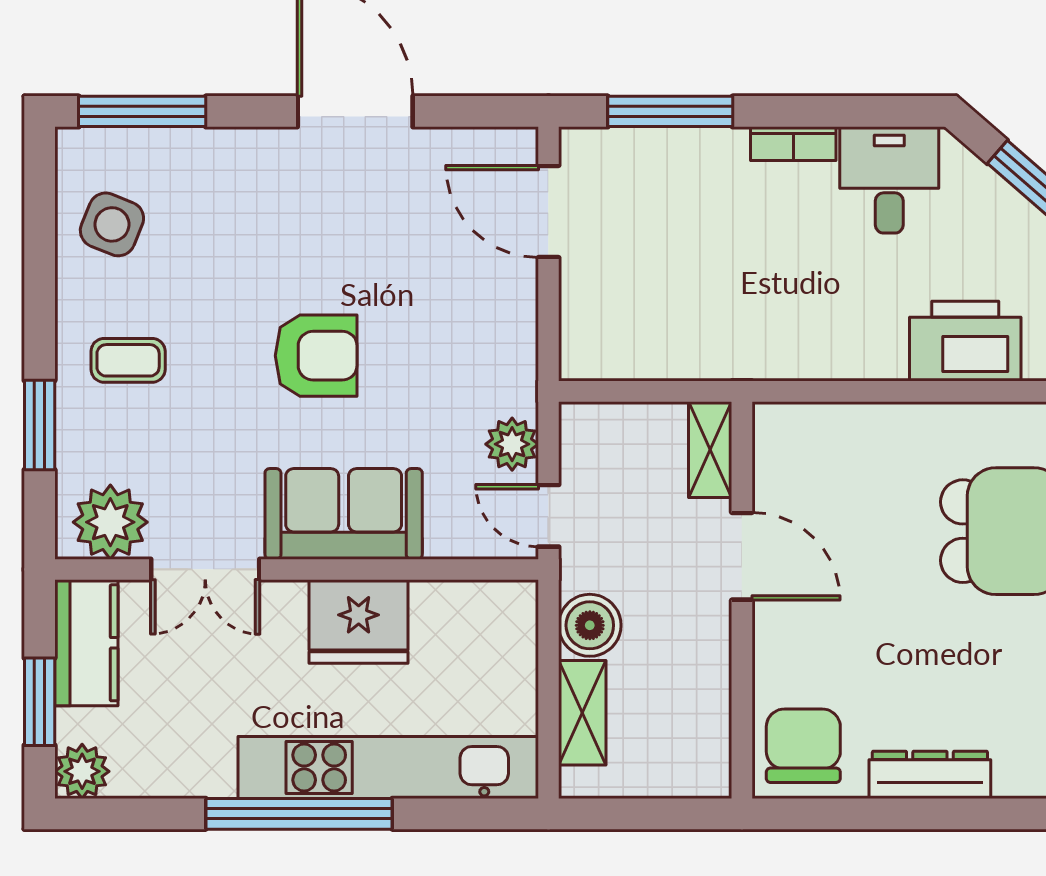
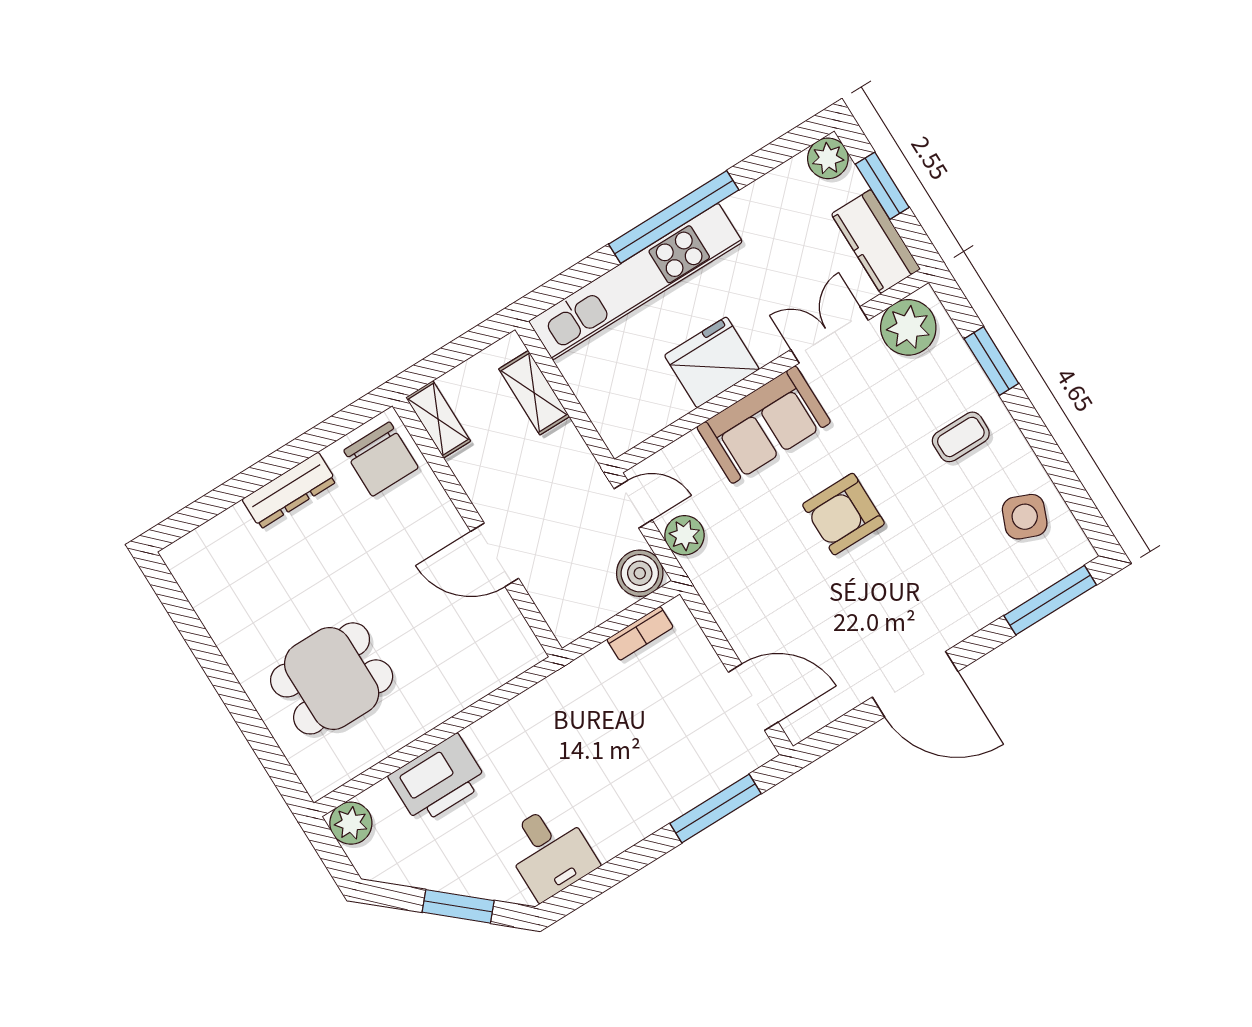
bookcase: (793, 144) -> (640, 633), moved, turned 180
shelving: (710, 450) -> (438, 419), moved
boiler: (590, 625) -> (640, 573), moved

